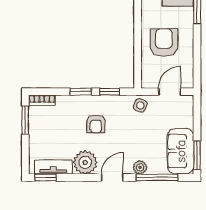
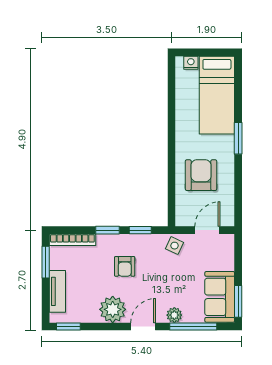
bookcase: (42, 100) -> (72, 240), width x1.56
tv unit: (53, 167) -> (57, 291), moved, turned 90

